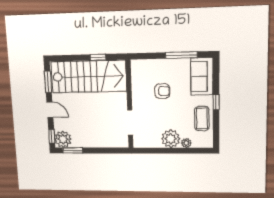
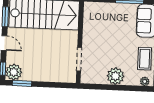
armchair: (162, 91) -> (111, 32), removed
plant: (186, 143) -> (145, 81), moved

